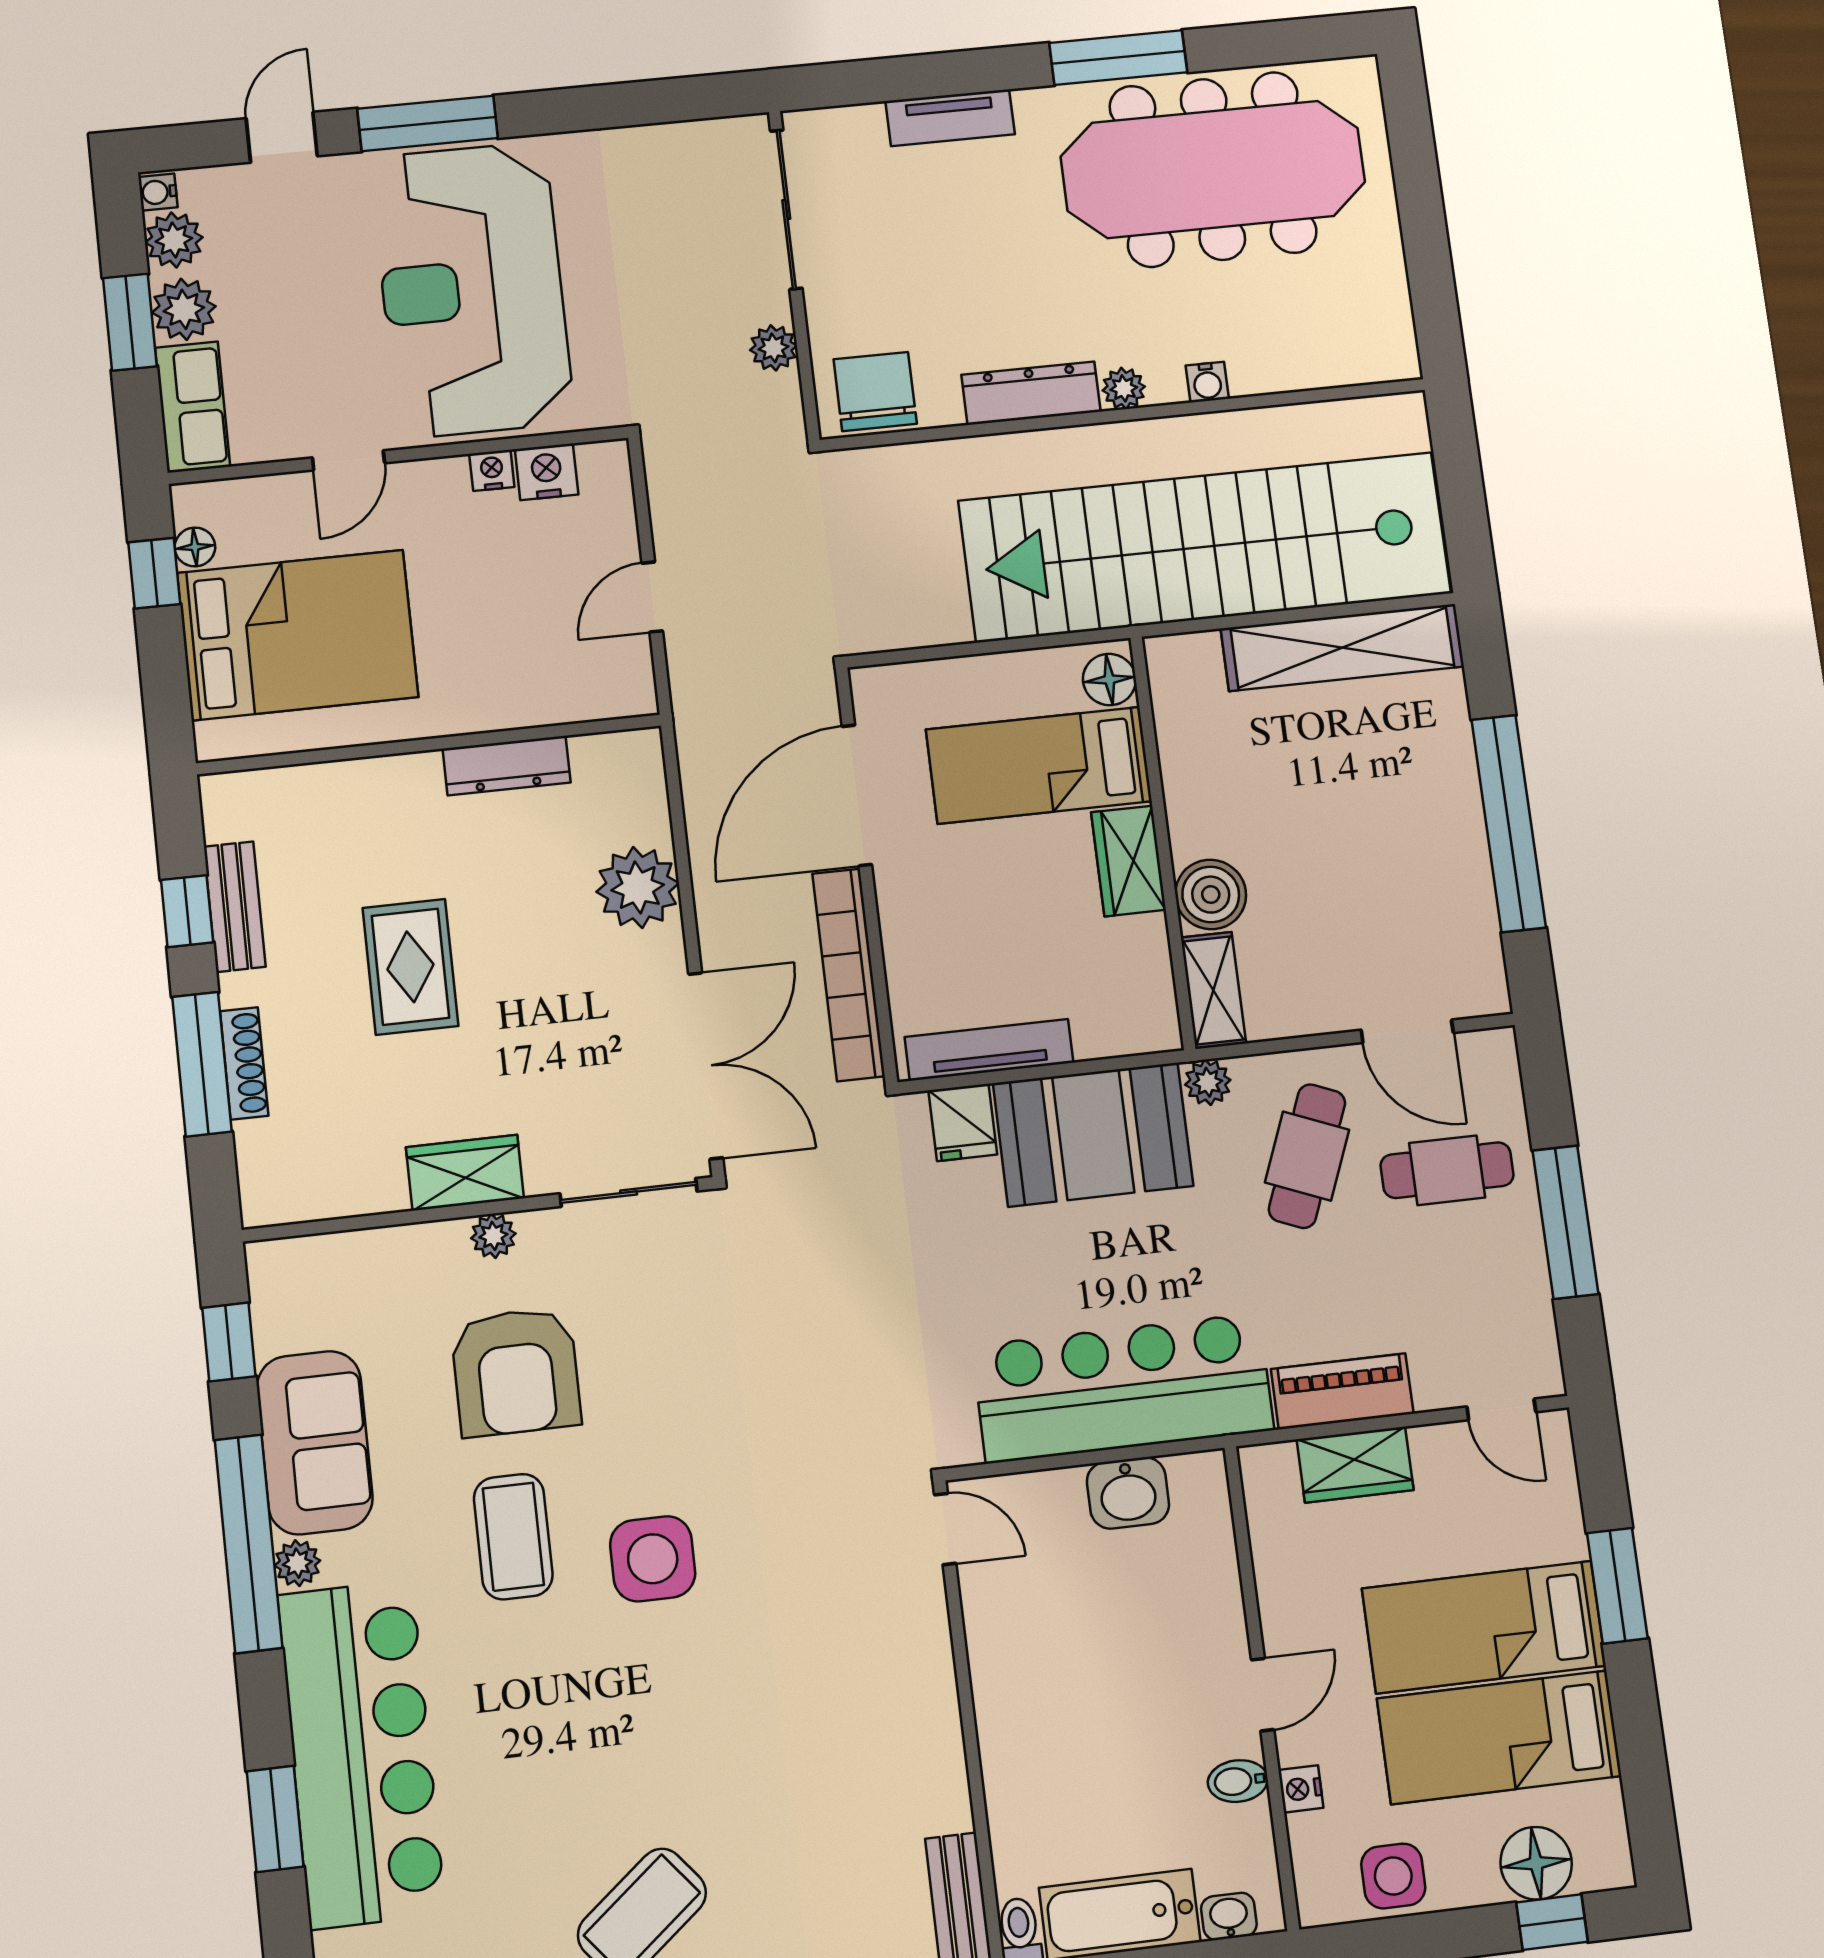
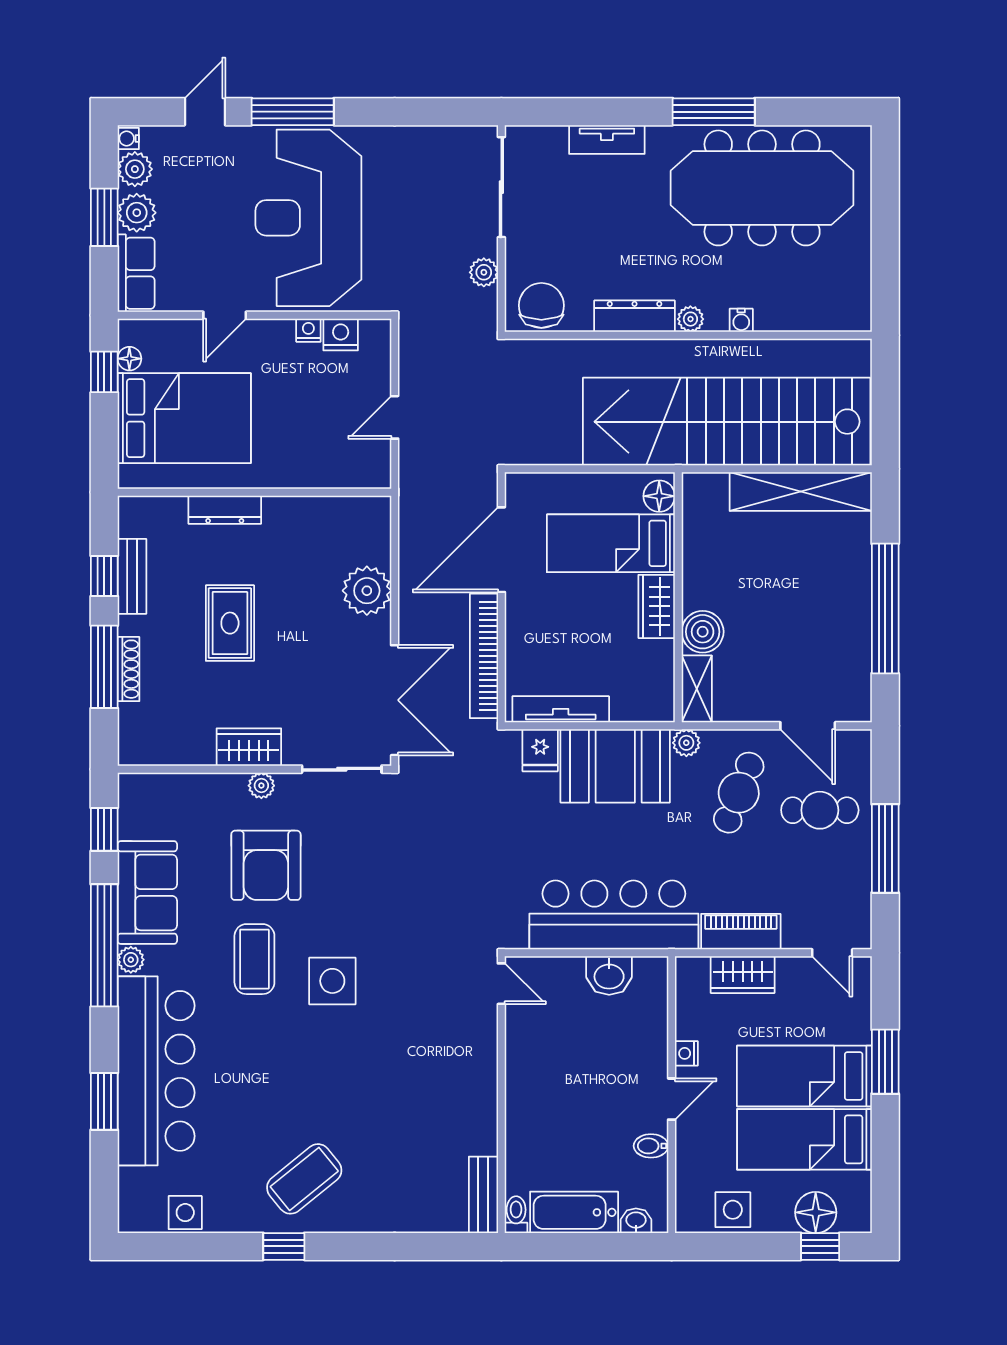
dresser: (507, 766) -> (225, 510), moved
nightstand: (1301, 1789) -> (686, 1053), moved

